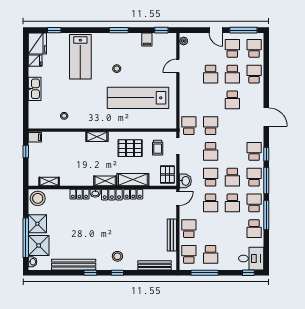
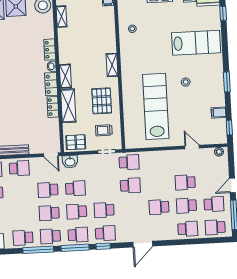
school desk: (254, 48) -> (215, 227), turned 180
lab bench: (80, 57) -> (196, 43), turned 180
school desk: (211, 151) -> (104, 210), moved
school desk: (254, 203) -> (50, 236), turned 180

